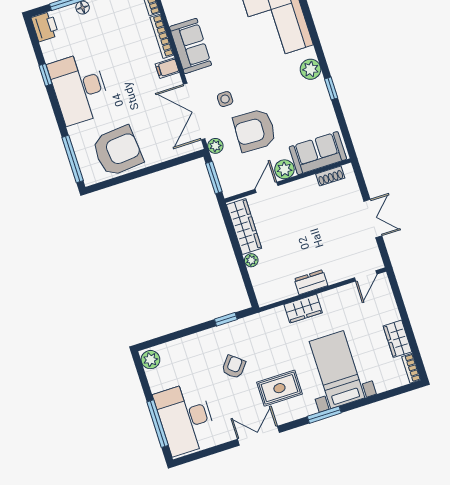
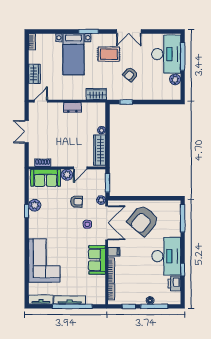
printer: (45, 27) -> (174, 284), moved
plant: (311, 69) -> (35, 205), moved
armchair: (255, 130) -> (77, 202), width x0.53, depth x0.53
armchair: (118, 151) -> (143, 220), moved, turned -45
wardrobe: (303, 309) -> (96, 94), moved
wardrobe: (398, 339) -> (34, 74), moved
plant: (150, 360) -> (175, 79), moved

